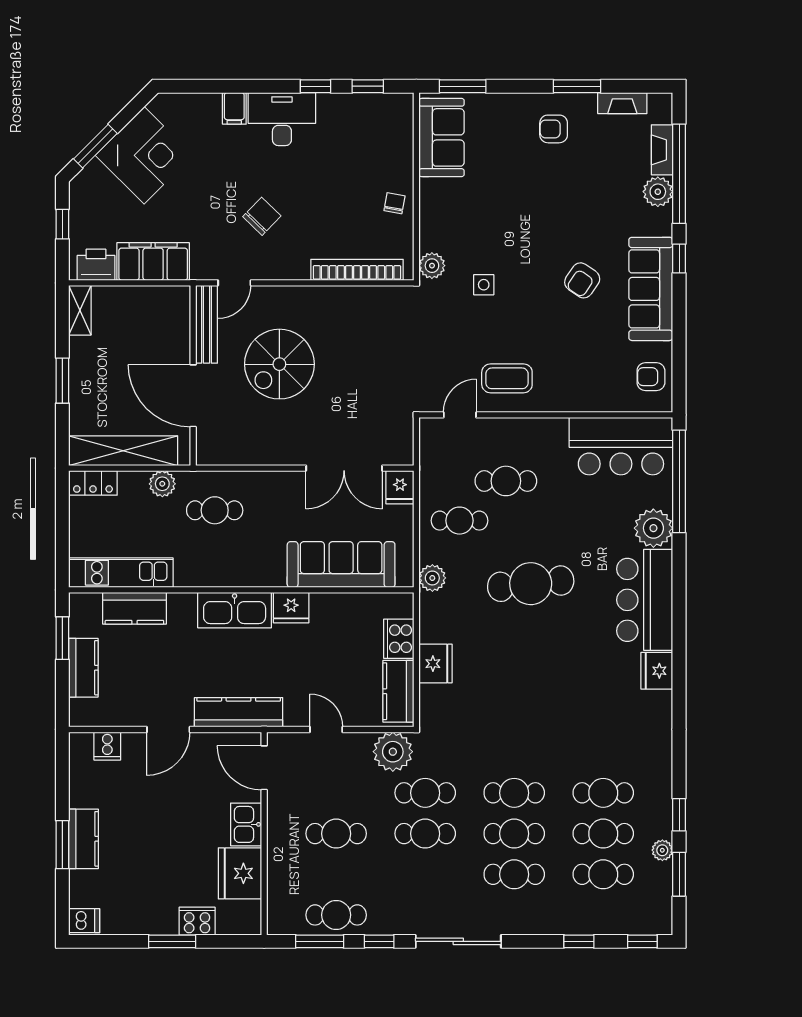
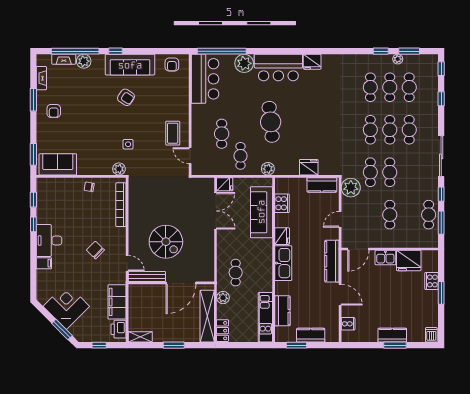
cooker: (399, 639) -> (282, 203), moved, turned -90

